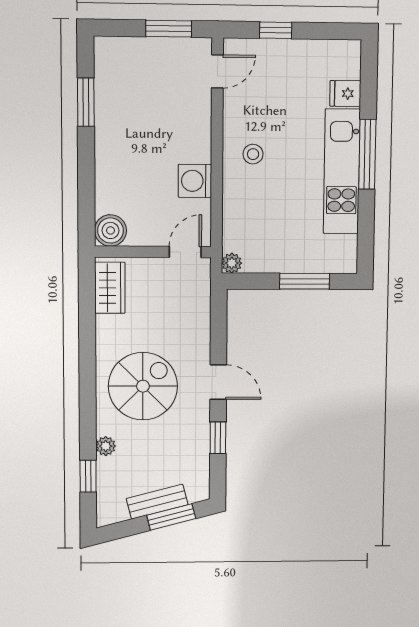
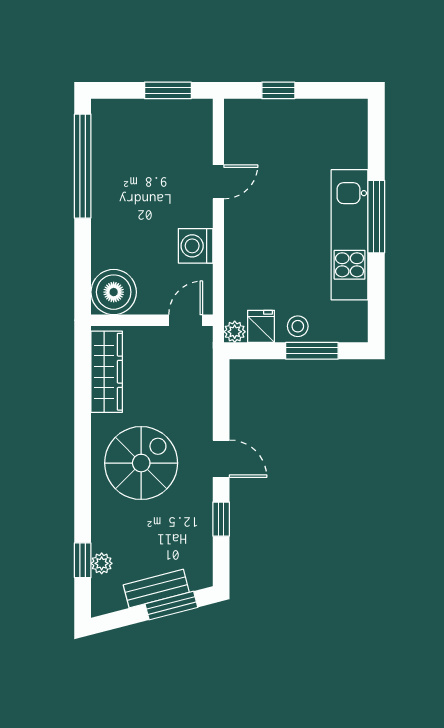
door: (217, 71) -> (218, 182), moved
fridge: (345, 94) -> (261, 326), moved, turned 90
window: (86, 102) -> (83, 166), width x2.11
stool: (253, 154) -> (298, 326), moved
boiler: (111, 230) -> (114, 292), width x1.37, depth x1.37
wardrobe: (110, 288) -> (107, 372), width x1.50
plant: (106, 446) -> (102, 563), moved

